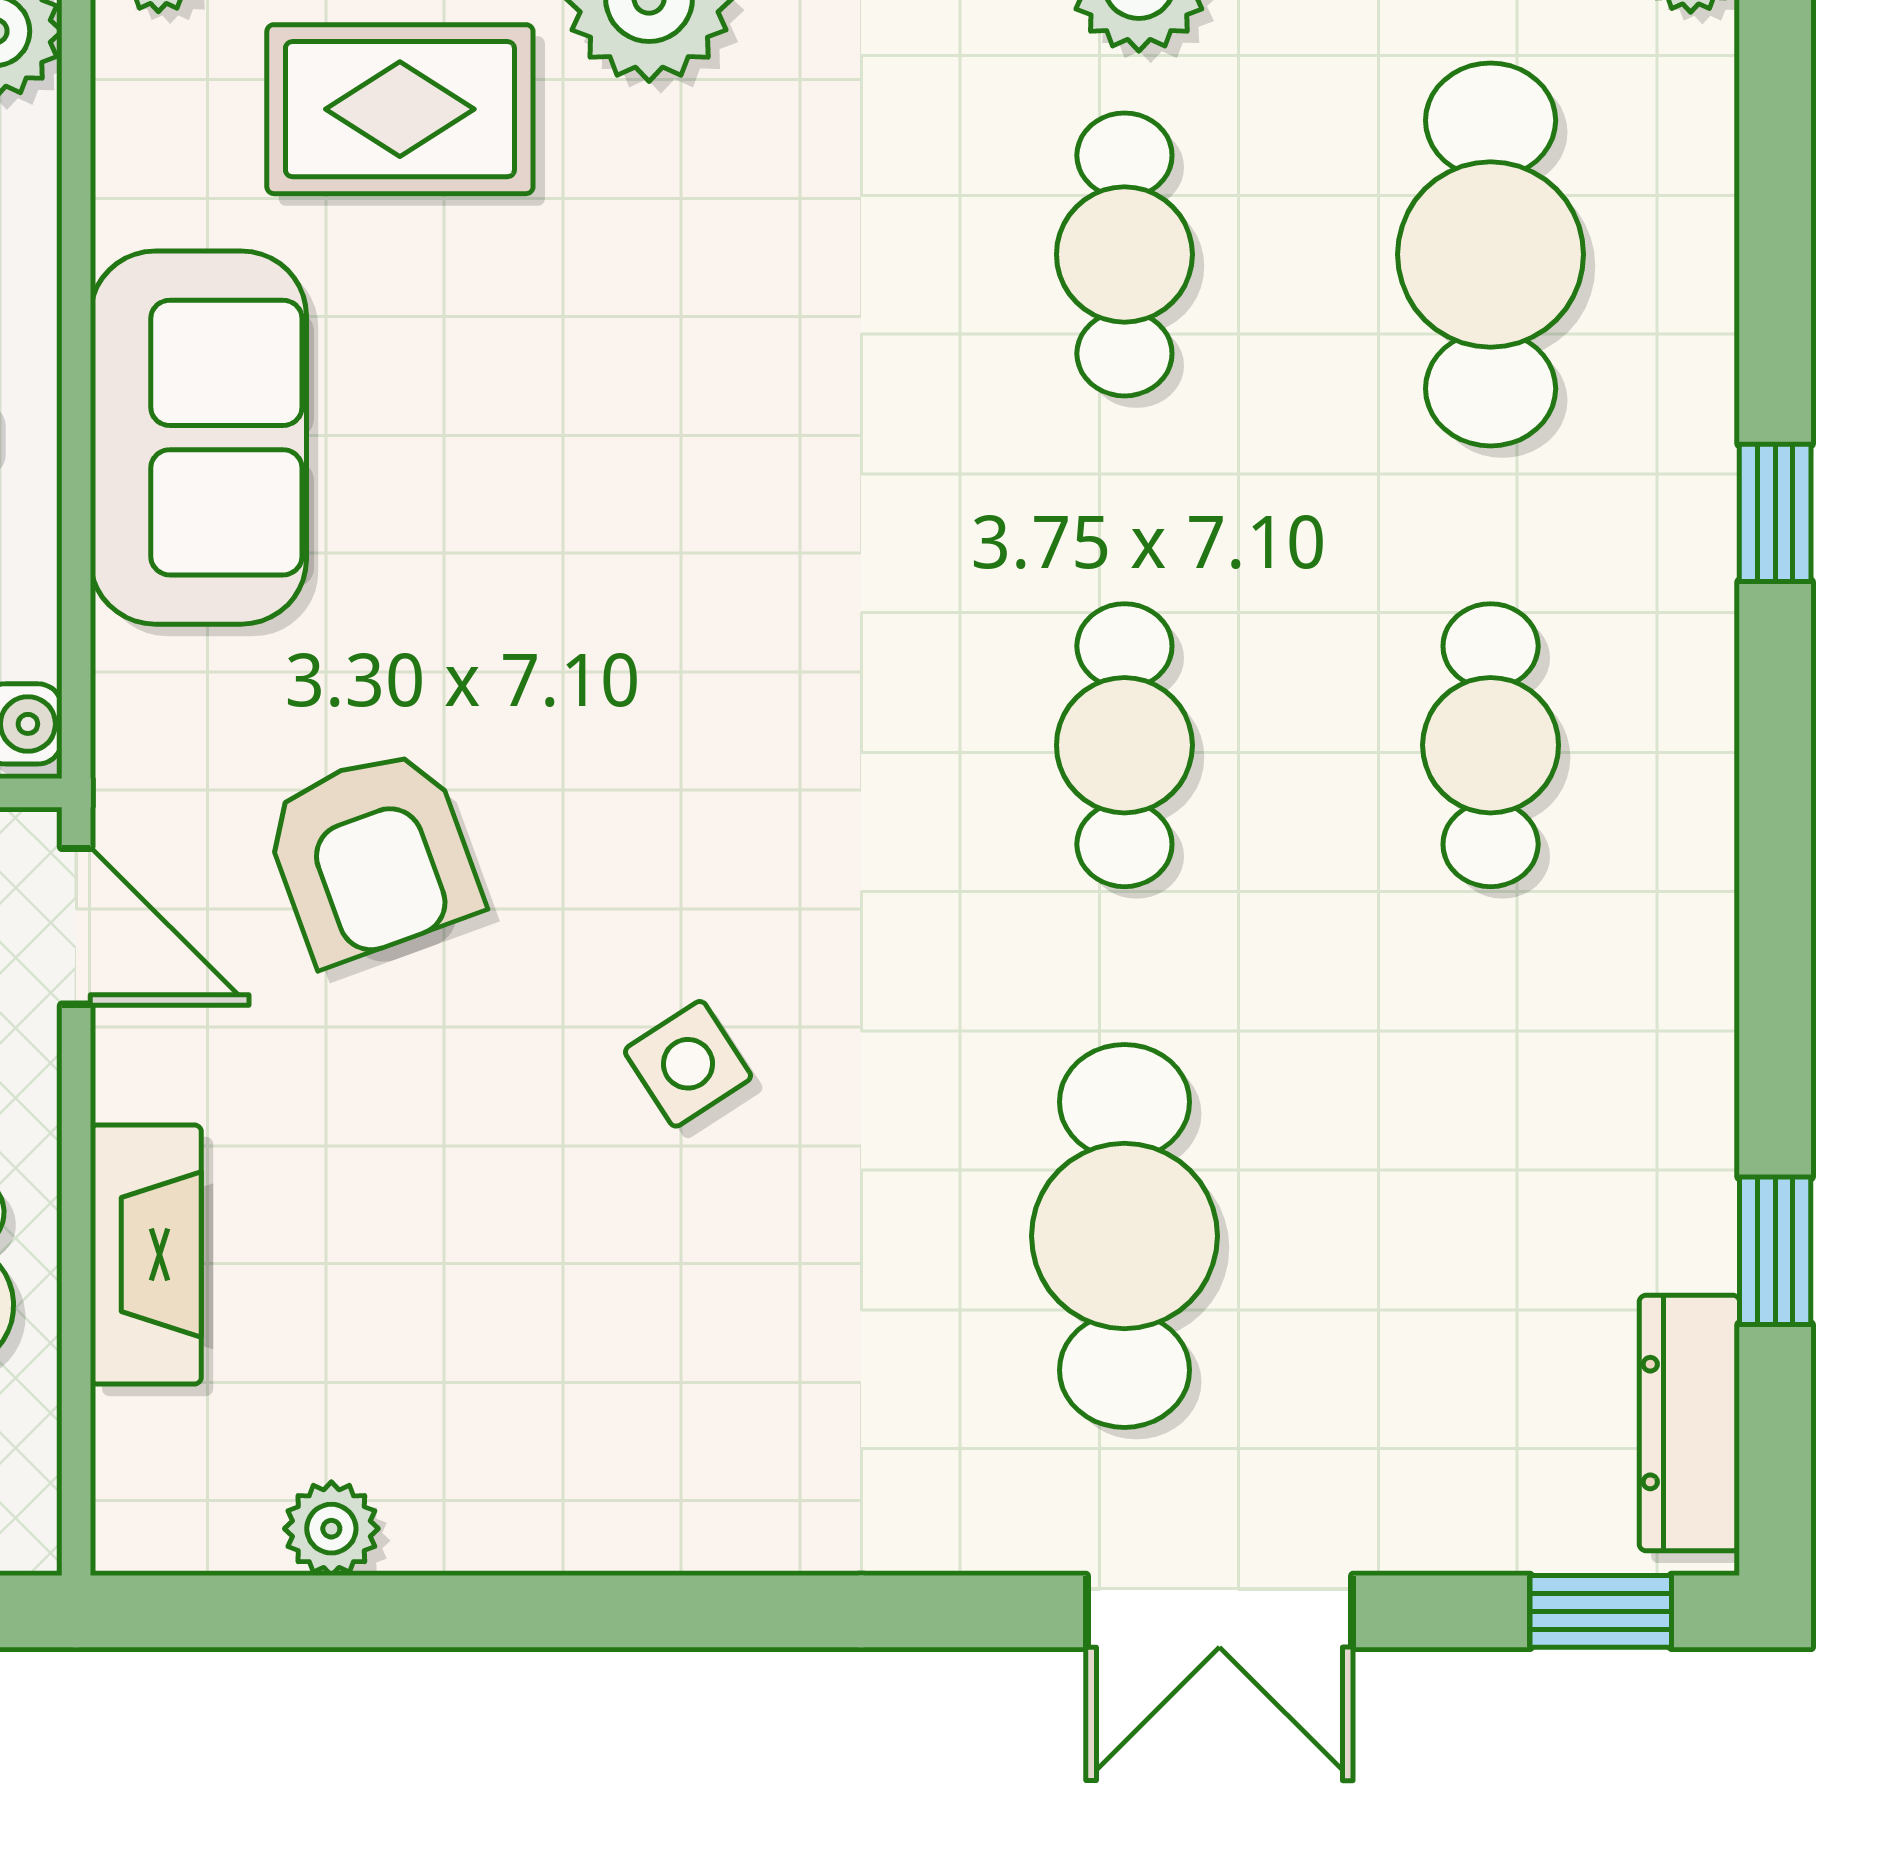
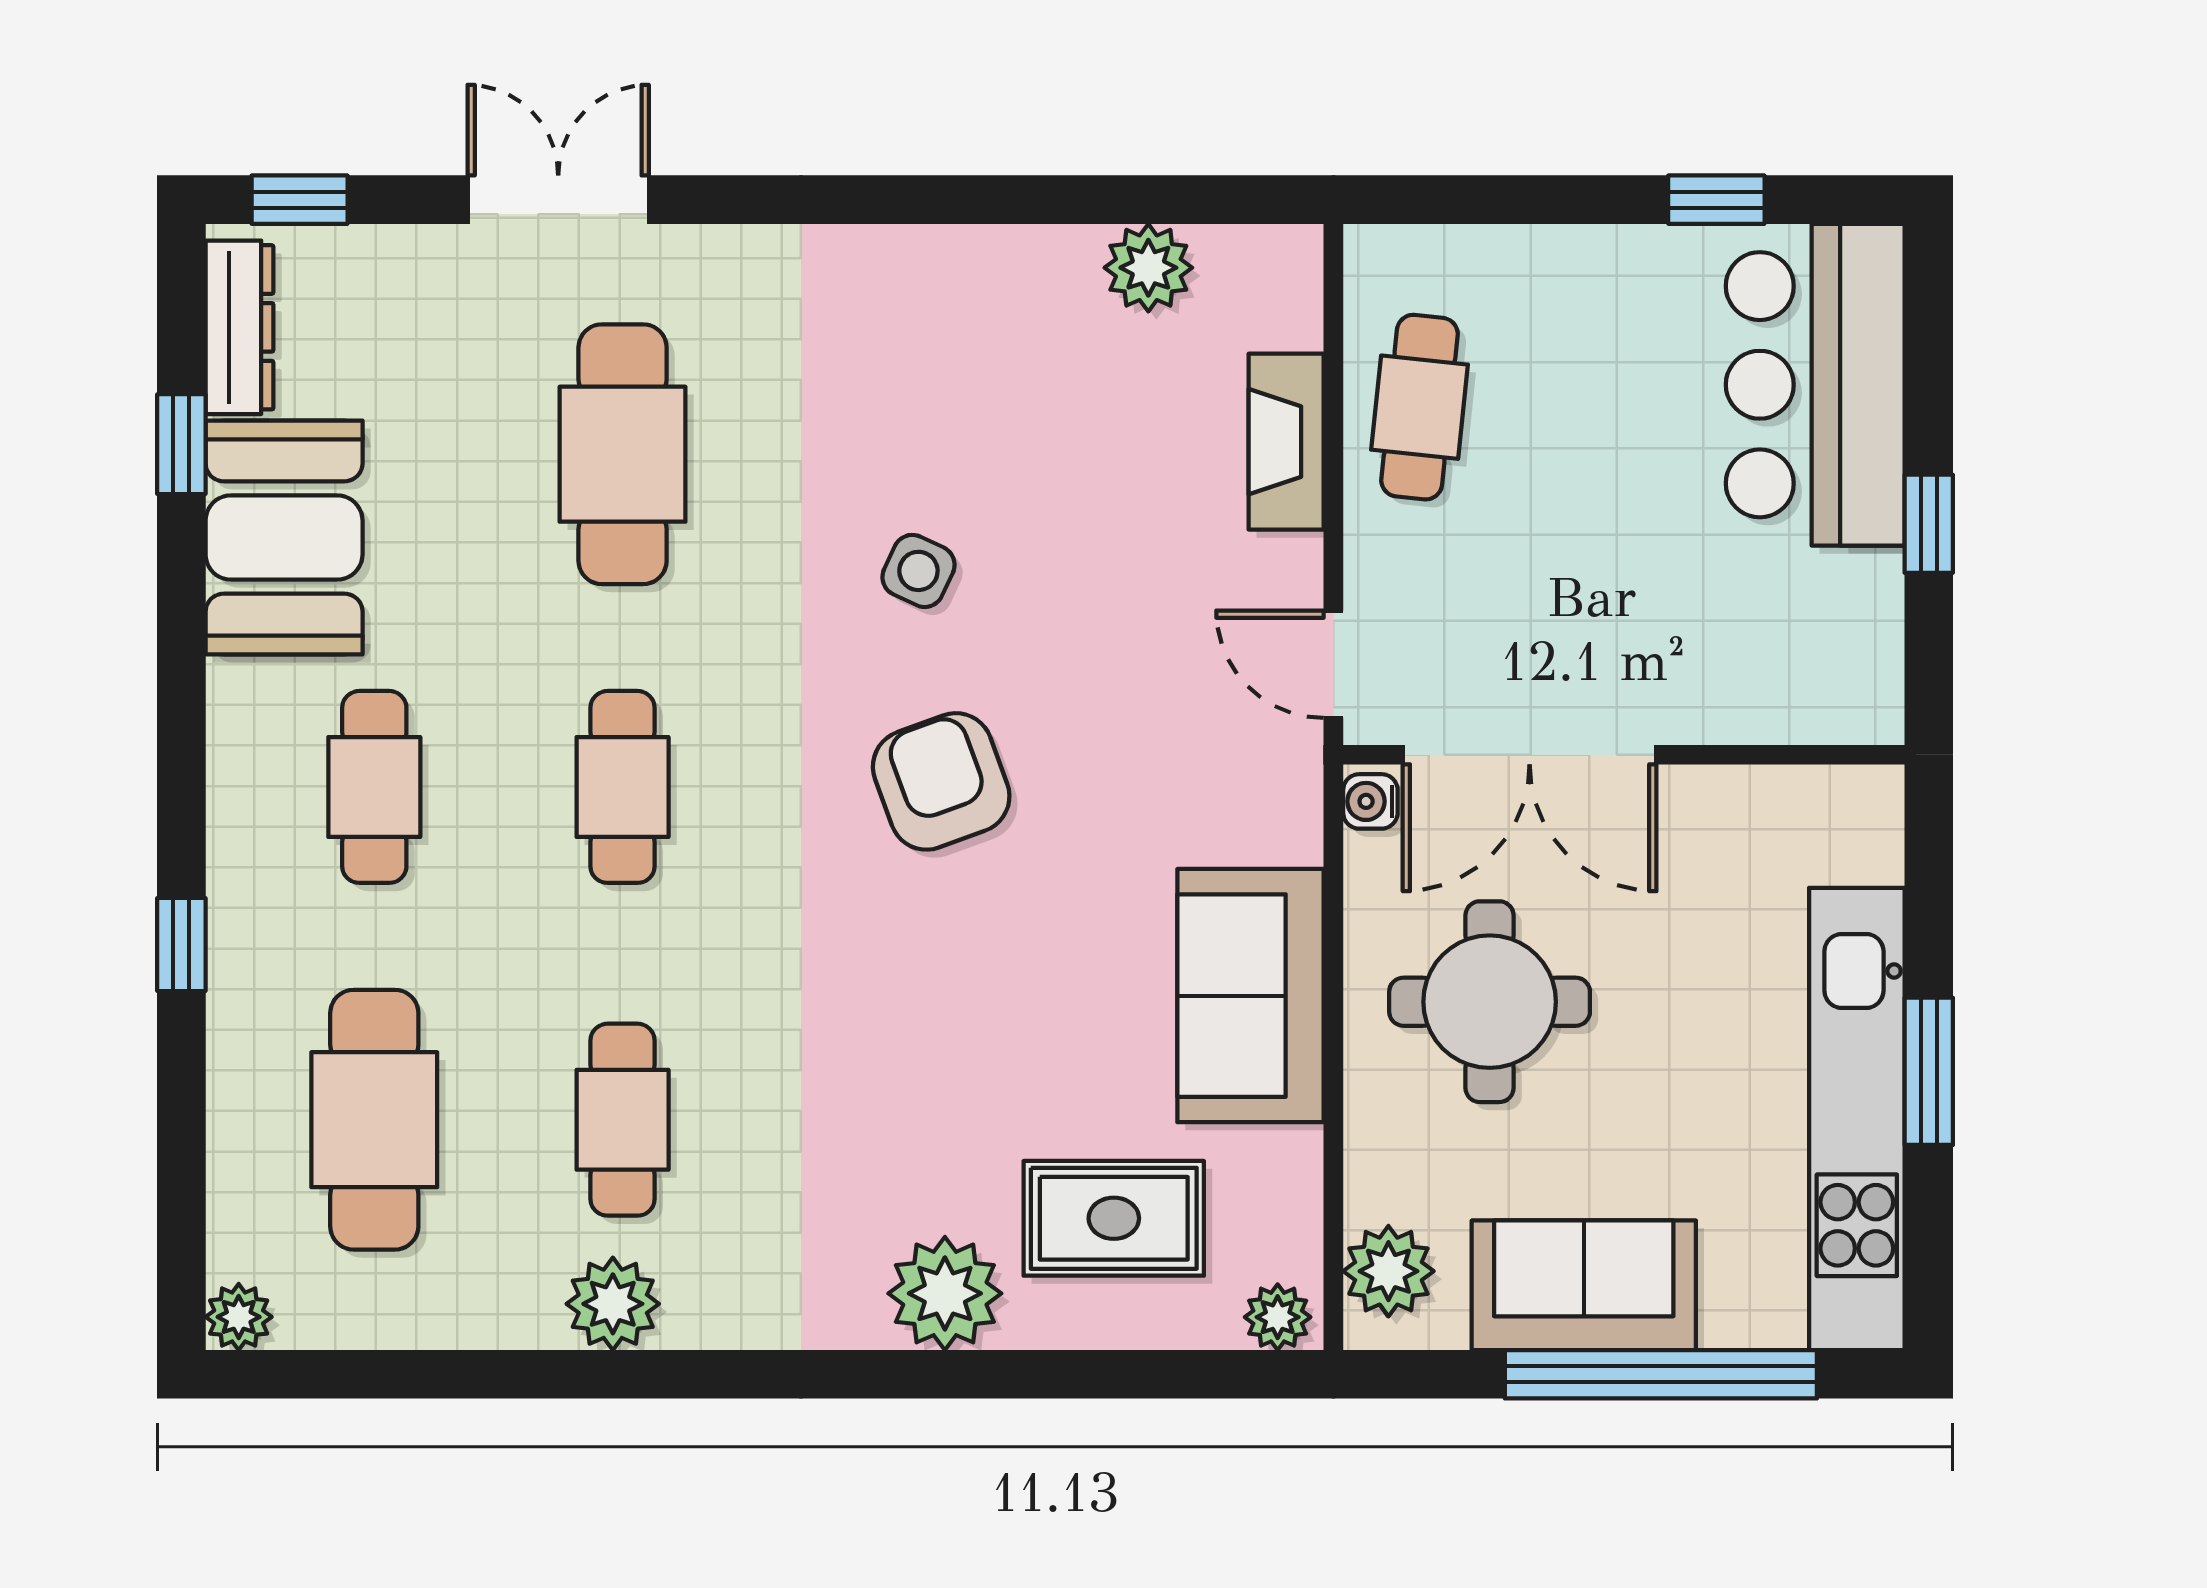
armchair: (372, 855) -> (941, 781), moved
side table: (688, 1064) -> (918, 571), turned -32
booth: (1624, 1113) -> (284, 537), added
plant: (331, 1529) -> (1148, 268), width x1.38, depth x1.38

